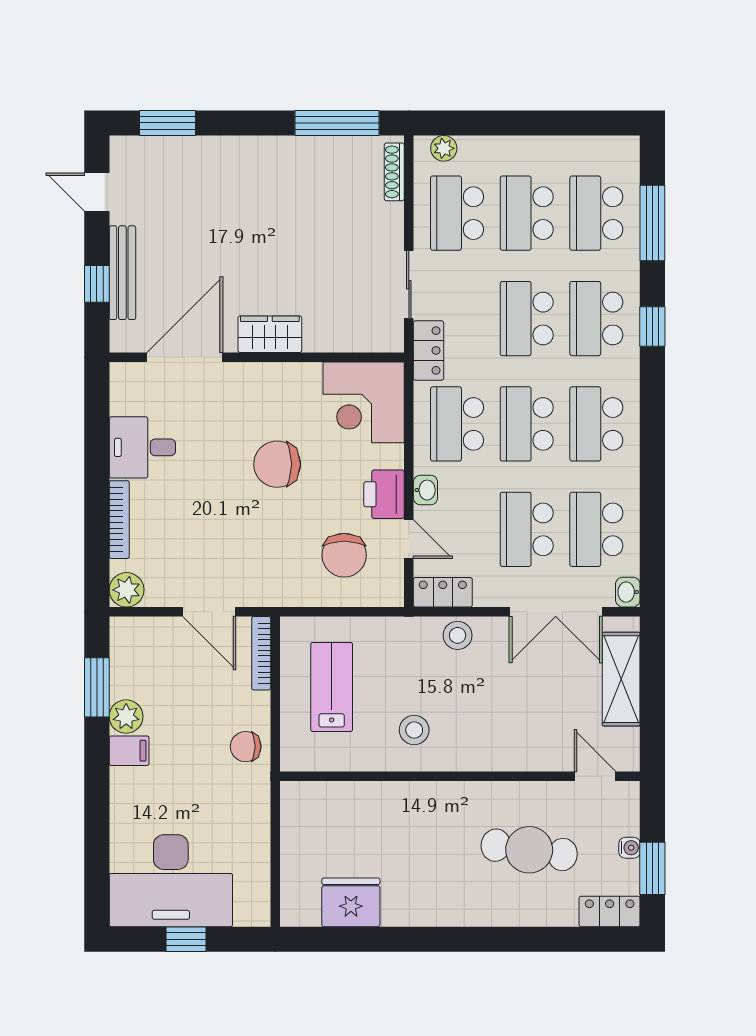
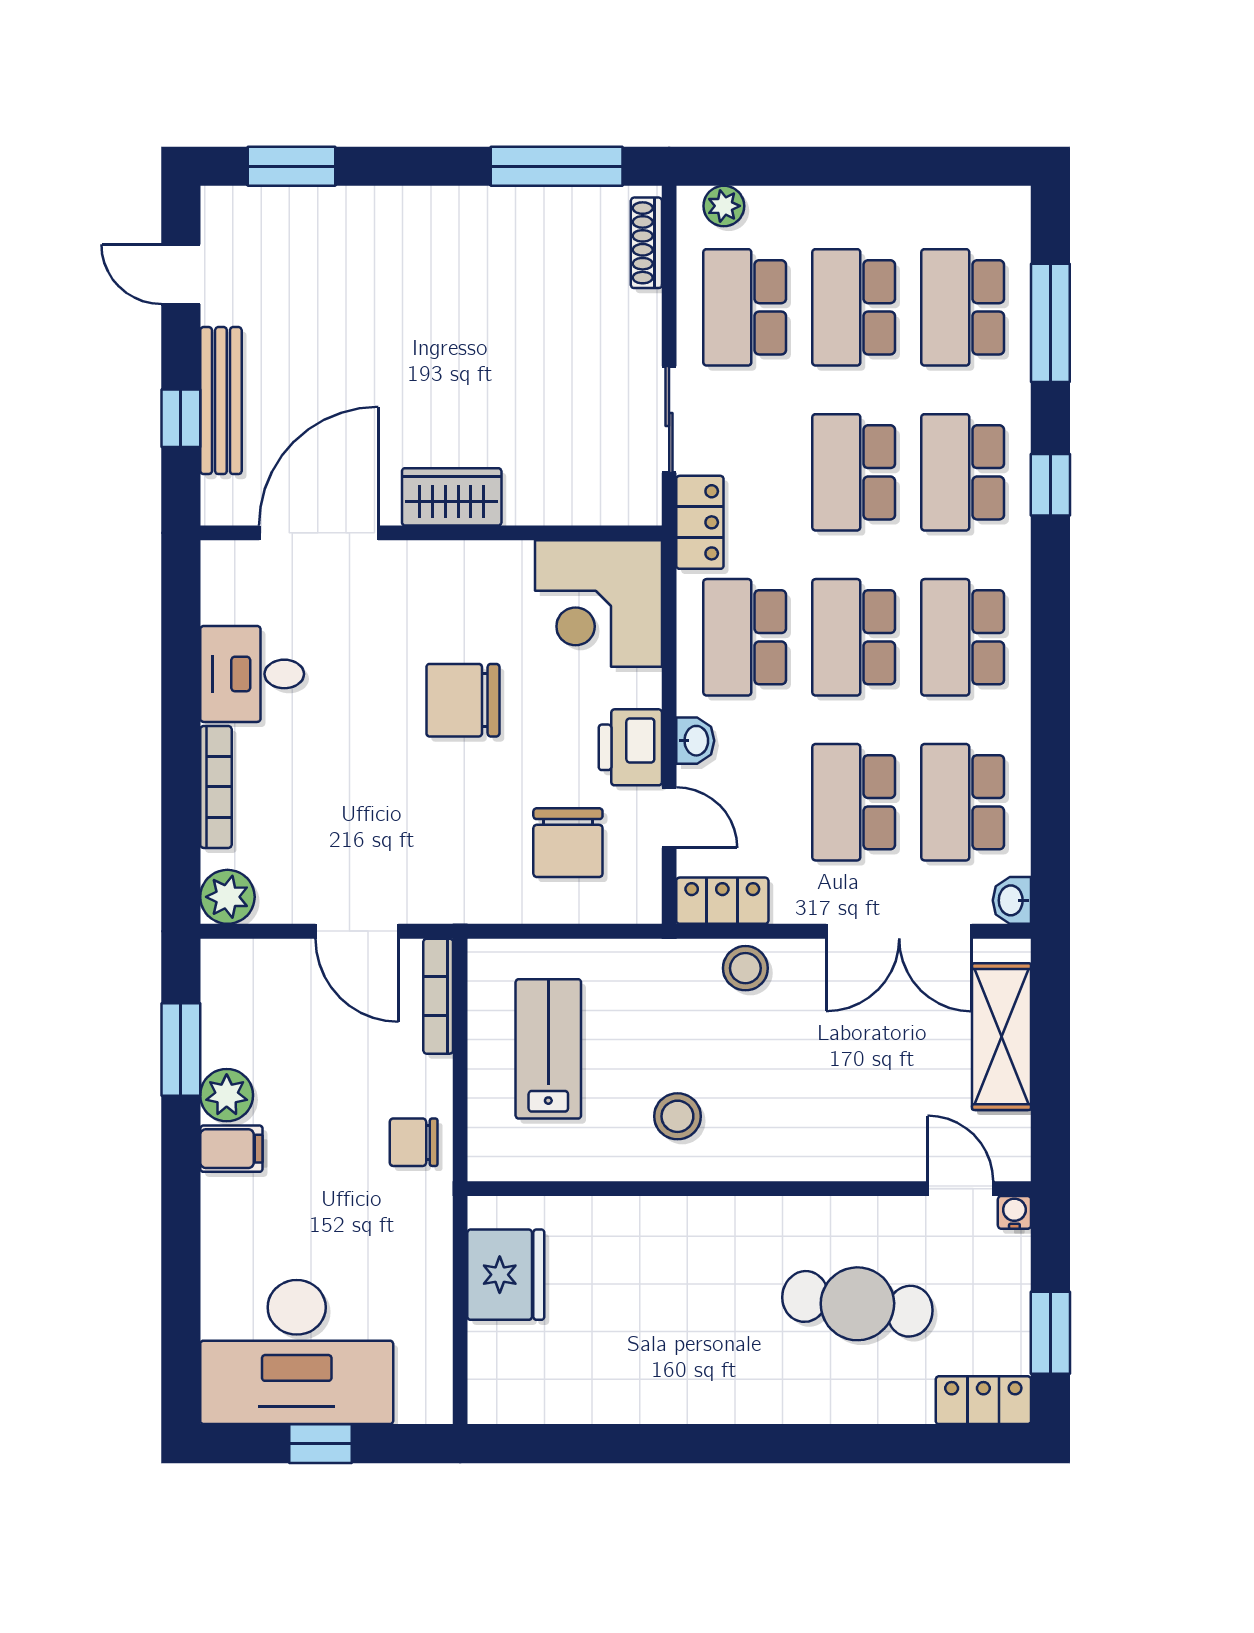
water cooler: (629, 848) -> (1014, 1212), moved, turned -90
fridge: (351, 902) -> (506, 1275), moved, turned 90

